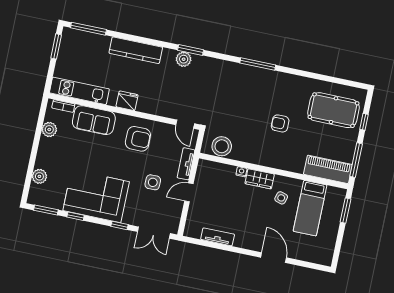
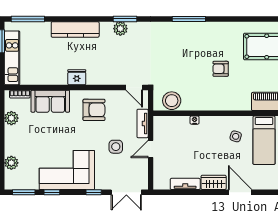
kitchen unit: (79, 91) -> (12, 58), moved, turned 90
wardrobe: (260, 179) -> (214, 182), moved, turned 180

